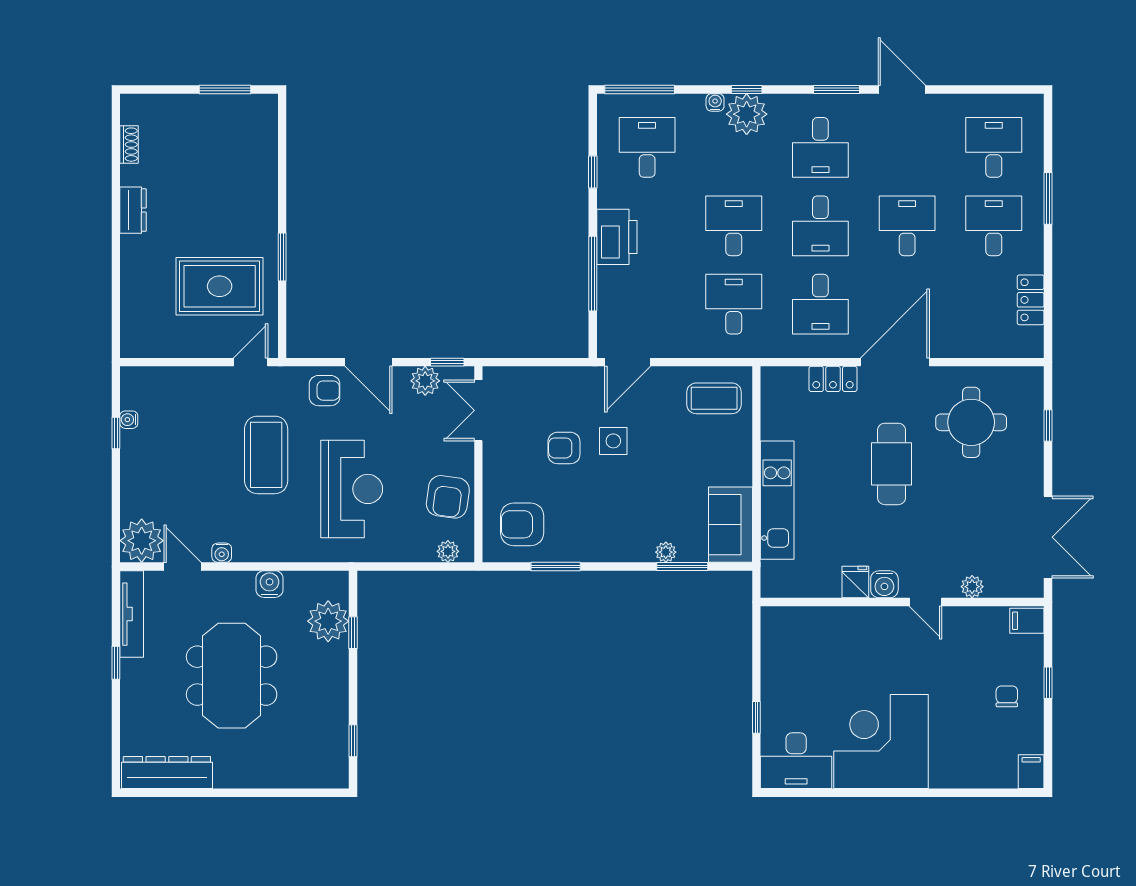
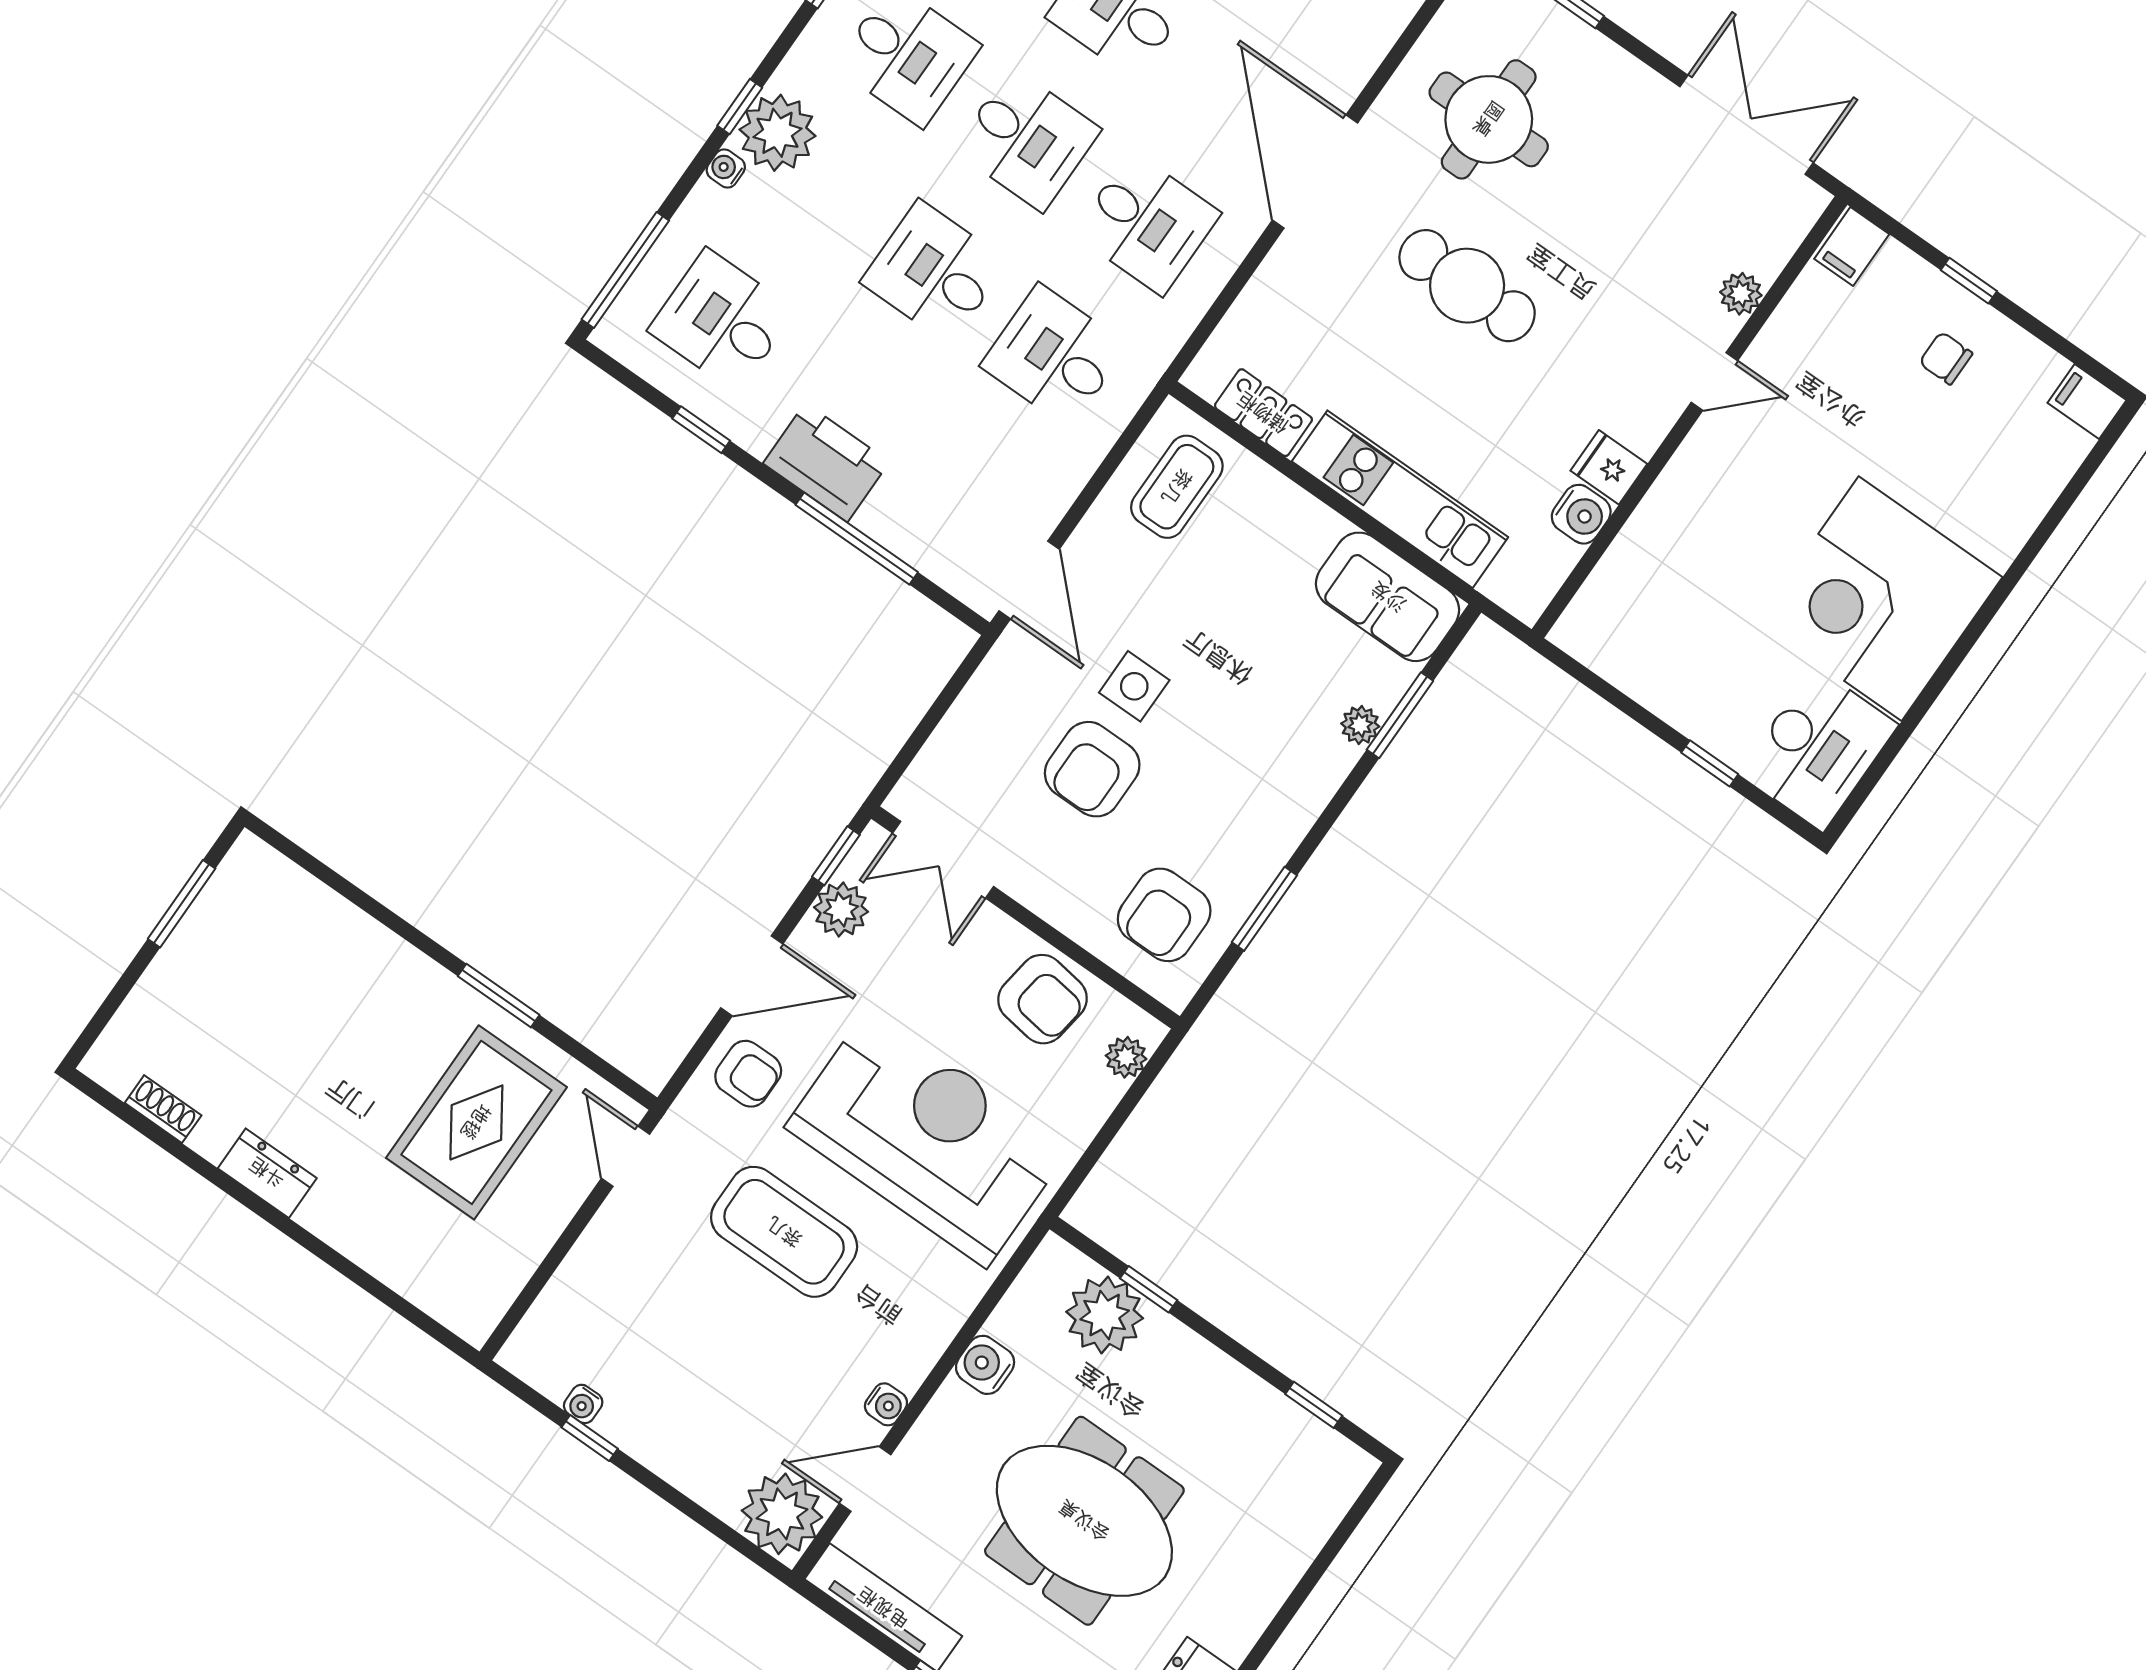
locker: (833, 379) -> (1263, 413), moved, turned -90
armchair: (325, 391) -> (748, 1074), turned 90
armchair: (564, 448) -> (1092, 769), width x1.38, depth x1.38
reception desk: (352, 489) -> (928, 1137), width x1.36, depth x1.30
water cooler: (884, 584) -> (1581, 514), moved

